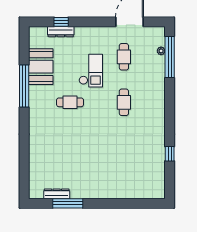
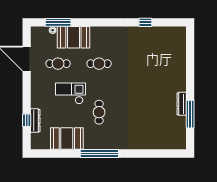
window: (170, 57) -> (58, 22), width x0.68
booth: (153, 74) -> (73, 37), added
window: (24, 86) -> (99, 154), moved
dresser: (57, 194) -> (182, 104), moved

